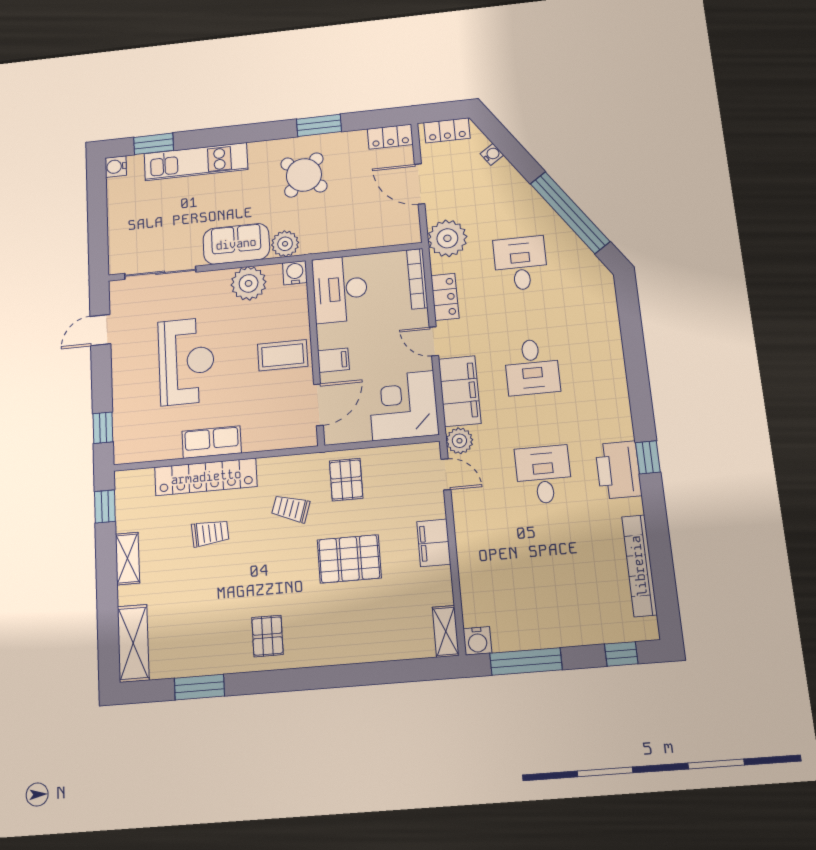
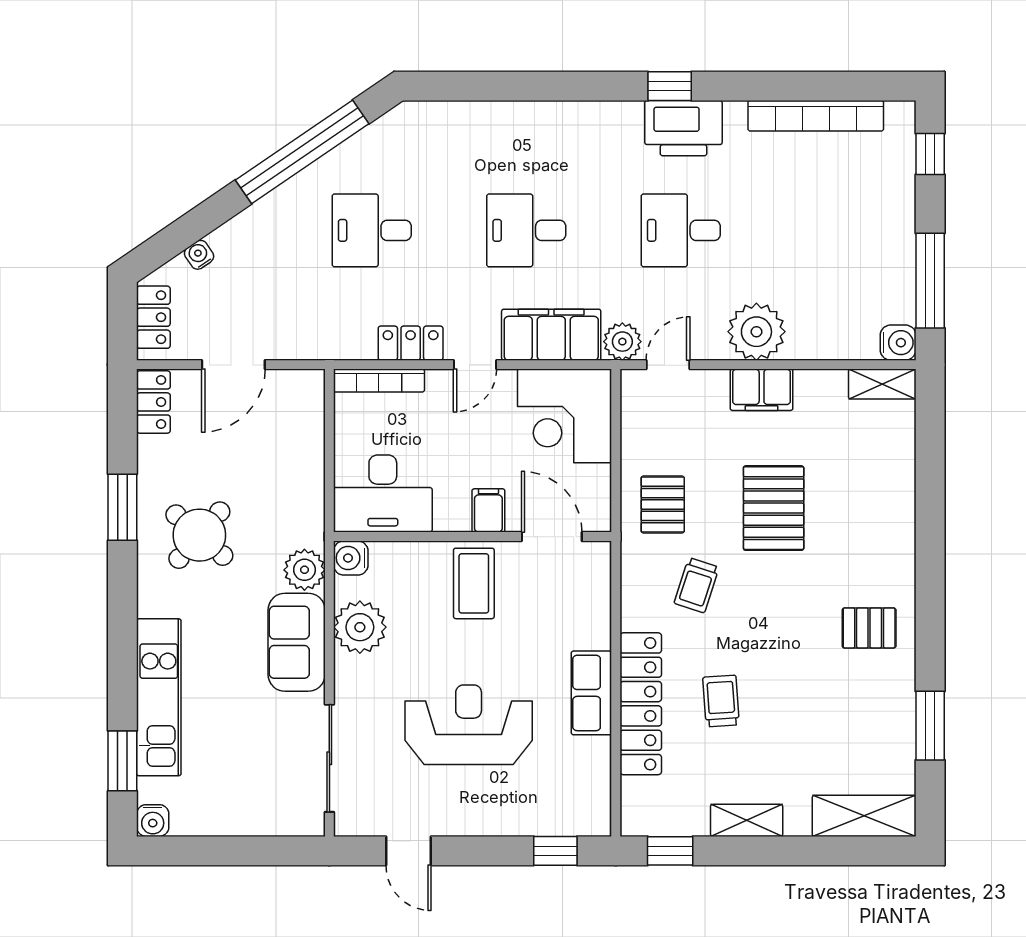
plant: (447, 238) -> (756, 332), moved
desk: (532, 367) -> (526, 230), turned 180
pallet: (346, 480) -> (663, 504), turned 90

